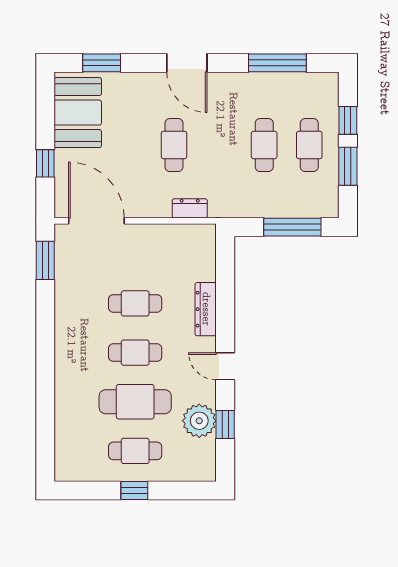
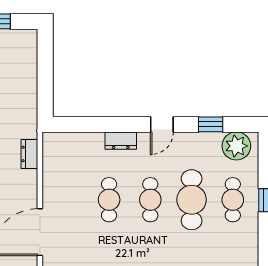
window: (292, 227) -> (45, 68), removed
dresser: (206, 309) -> (121, 141), width x0.70
plant: (199, 421) -> (236, 146), moved

